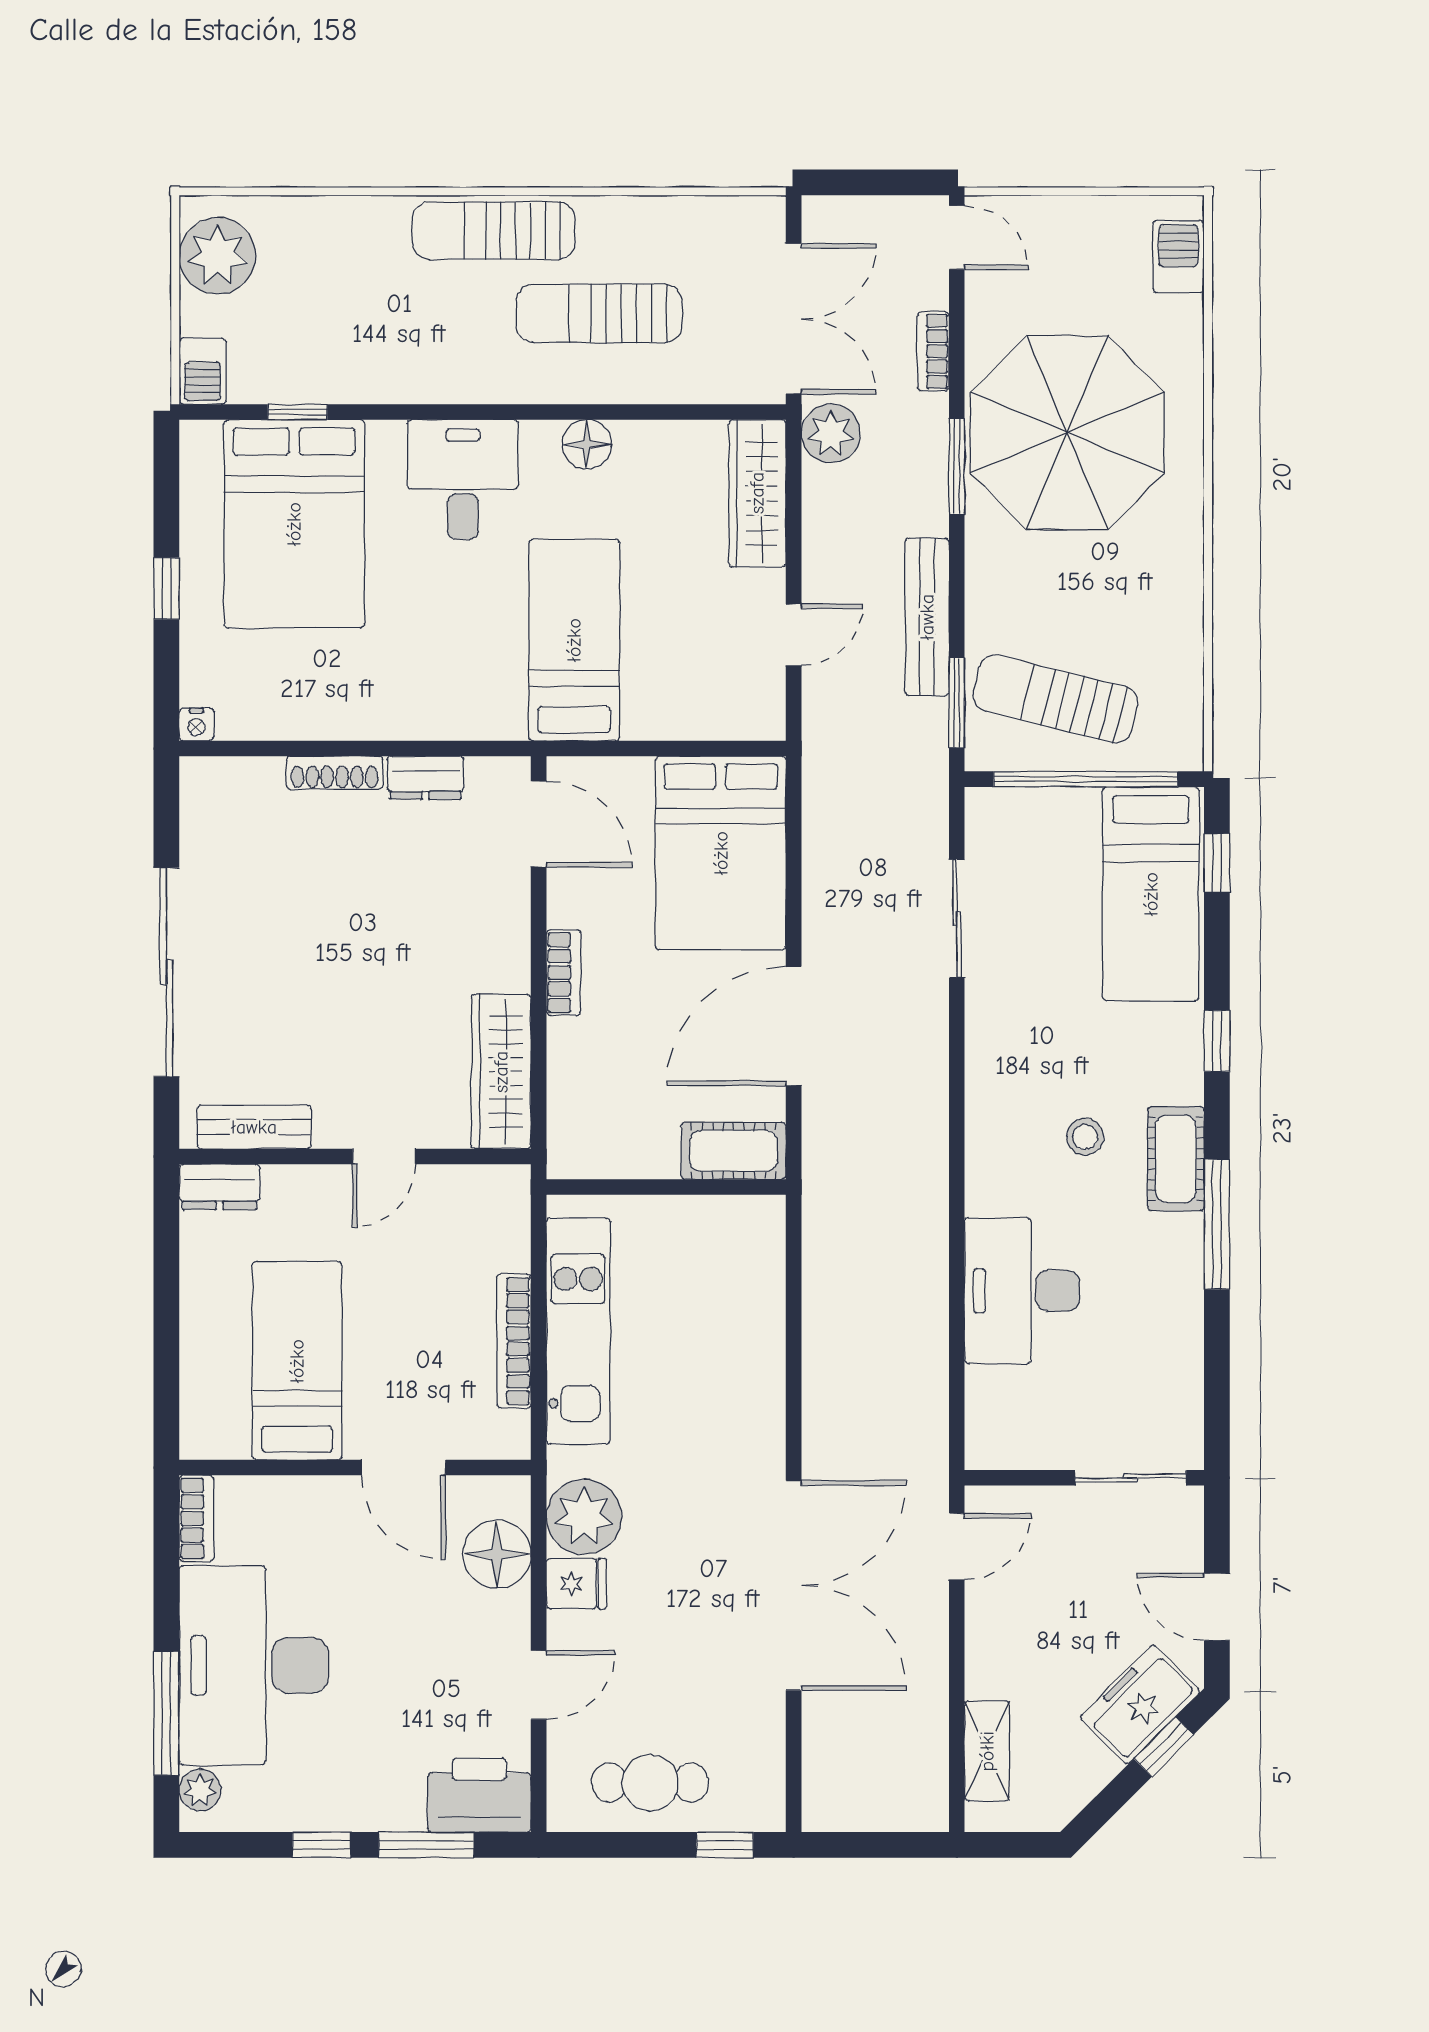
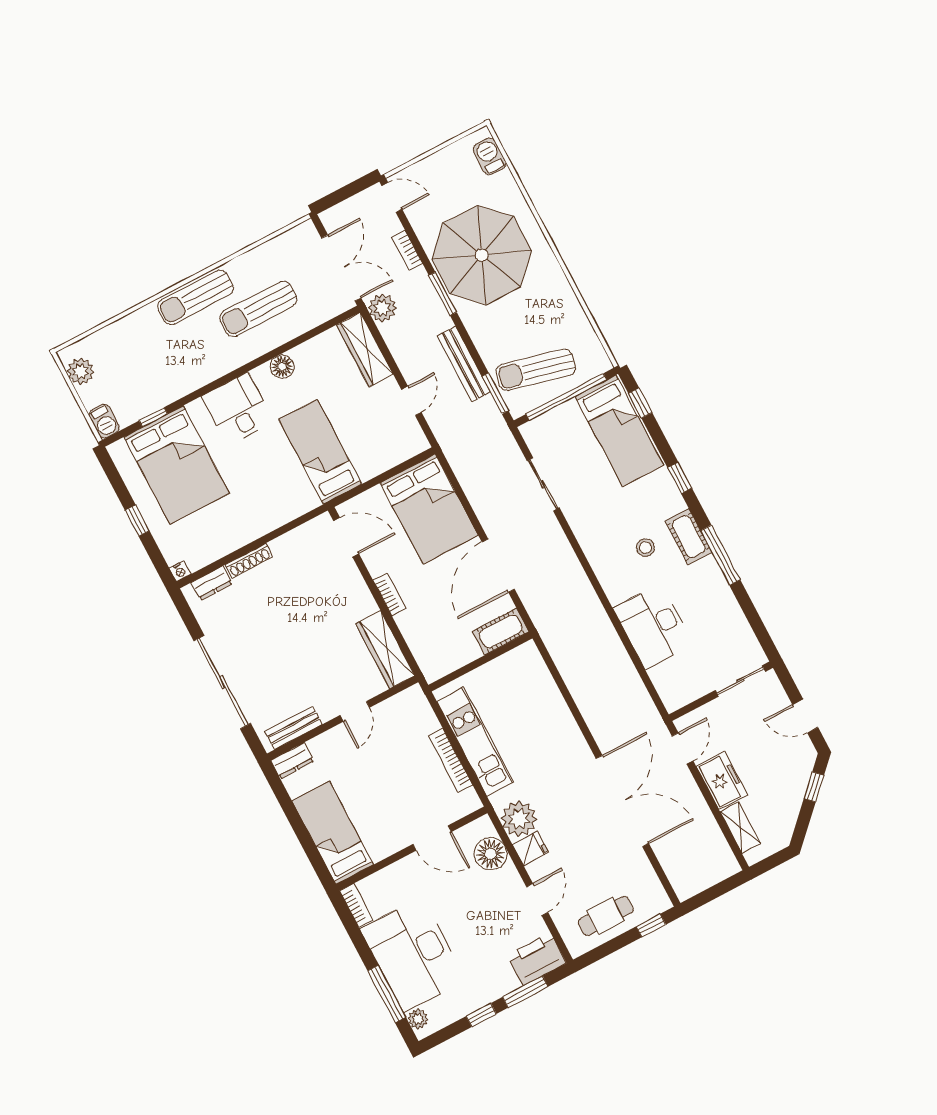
plant: (217, 256) -> (81, 371), width x0.73, depth x0.73
dresser: (425, 778) -> (212, 583), moved
bed: (297, 1361) -> (333, 833), moved
freezer: (1140, 1704) -> (722, 781), moved, turned 135

